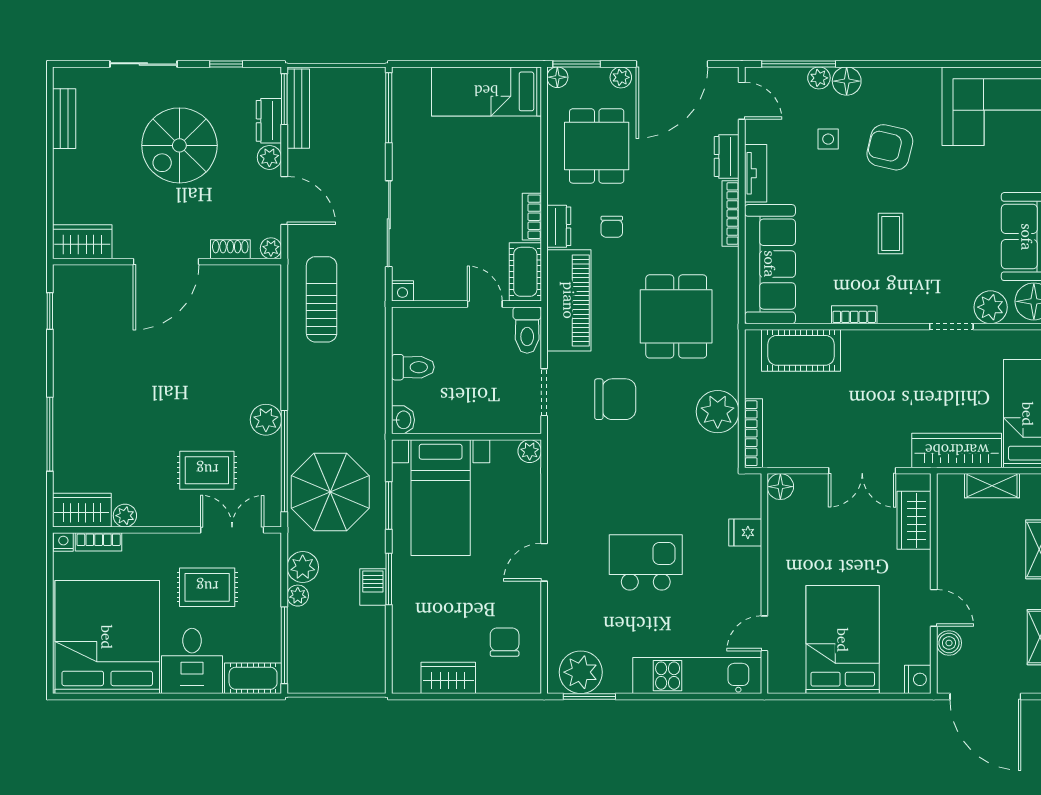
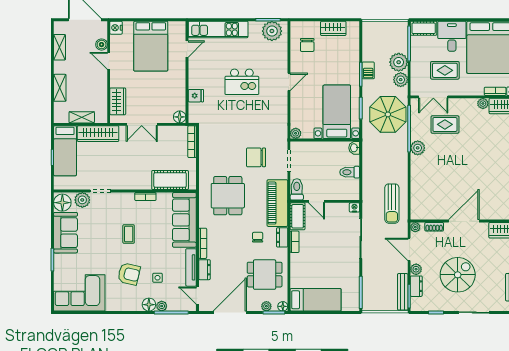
plant: (621, 77) -> (266, 306), moved
dining table: (597, 146) -> (265, 275), turned 90
tv unit: (756, 173) -> (191, 267), width x1.41
plant: (718, 412) -> (209, 152), removed
double door: (862, 471) -> (142, 124), swing flipped
plant: (298, 596) -> (399, 62), width x1.88, depth x1.88

